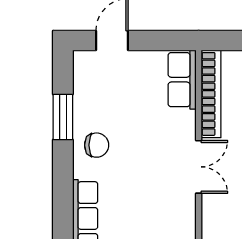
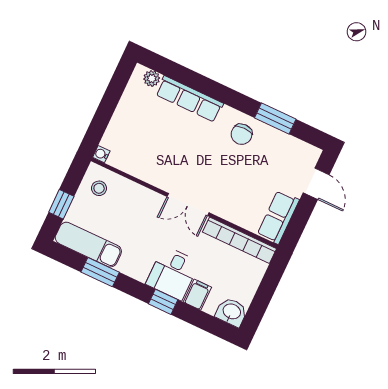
row of seats: (182, 80) -> (278, 217), moved, turned -90

